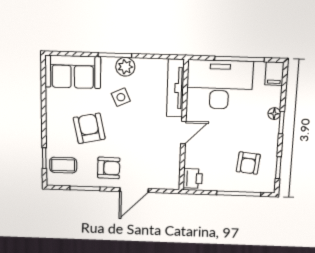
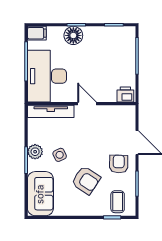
floor lamp: (274, 114) -> (73, 35), width x1.89, depth x1.89
armchair: (89, 128) -> (86, 180), turned -135
armchair: (248, 163) -> (111, 50), removed

